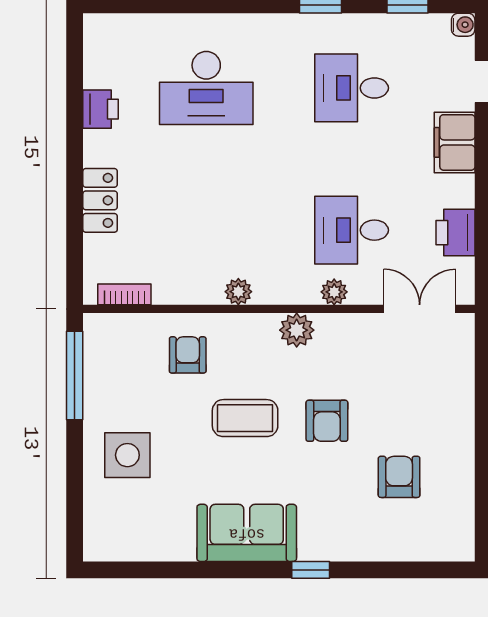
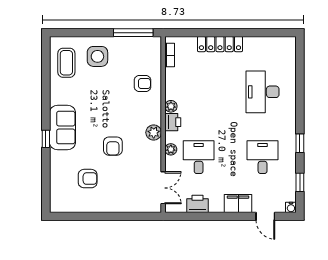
printer: (101, 109) -> (173, 122), moved, turned -90
locker: (100, 200) -> (220, 44), width x1.53
coffee table: (245, 418) -> (66, 63), moved
armchair: (327, 421) -> (113, 146), turned -90
sofa: (247, 533) -> (62, 128), moved

